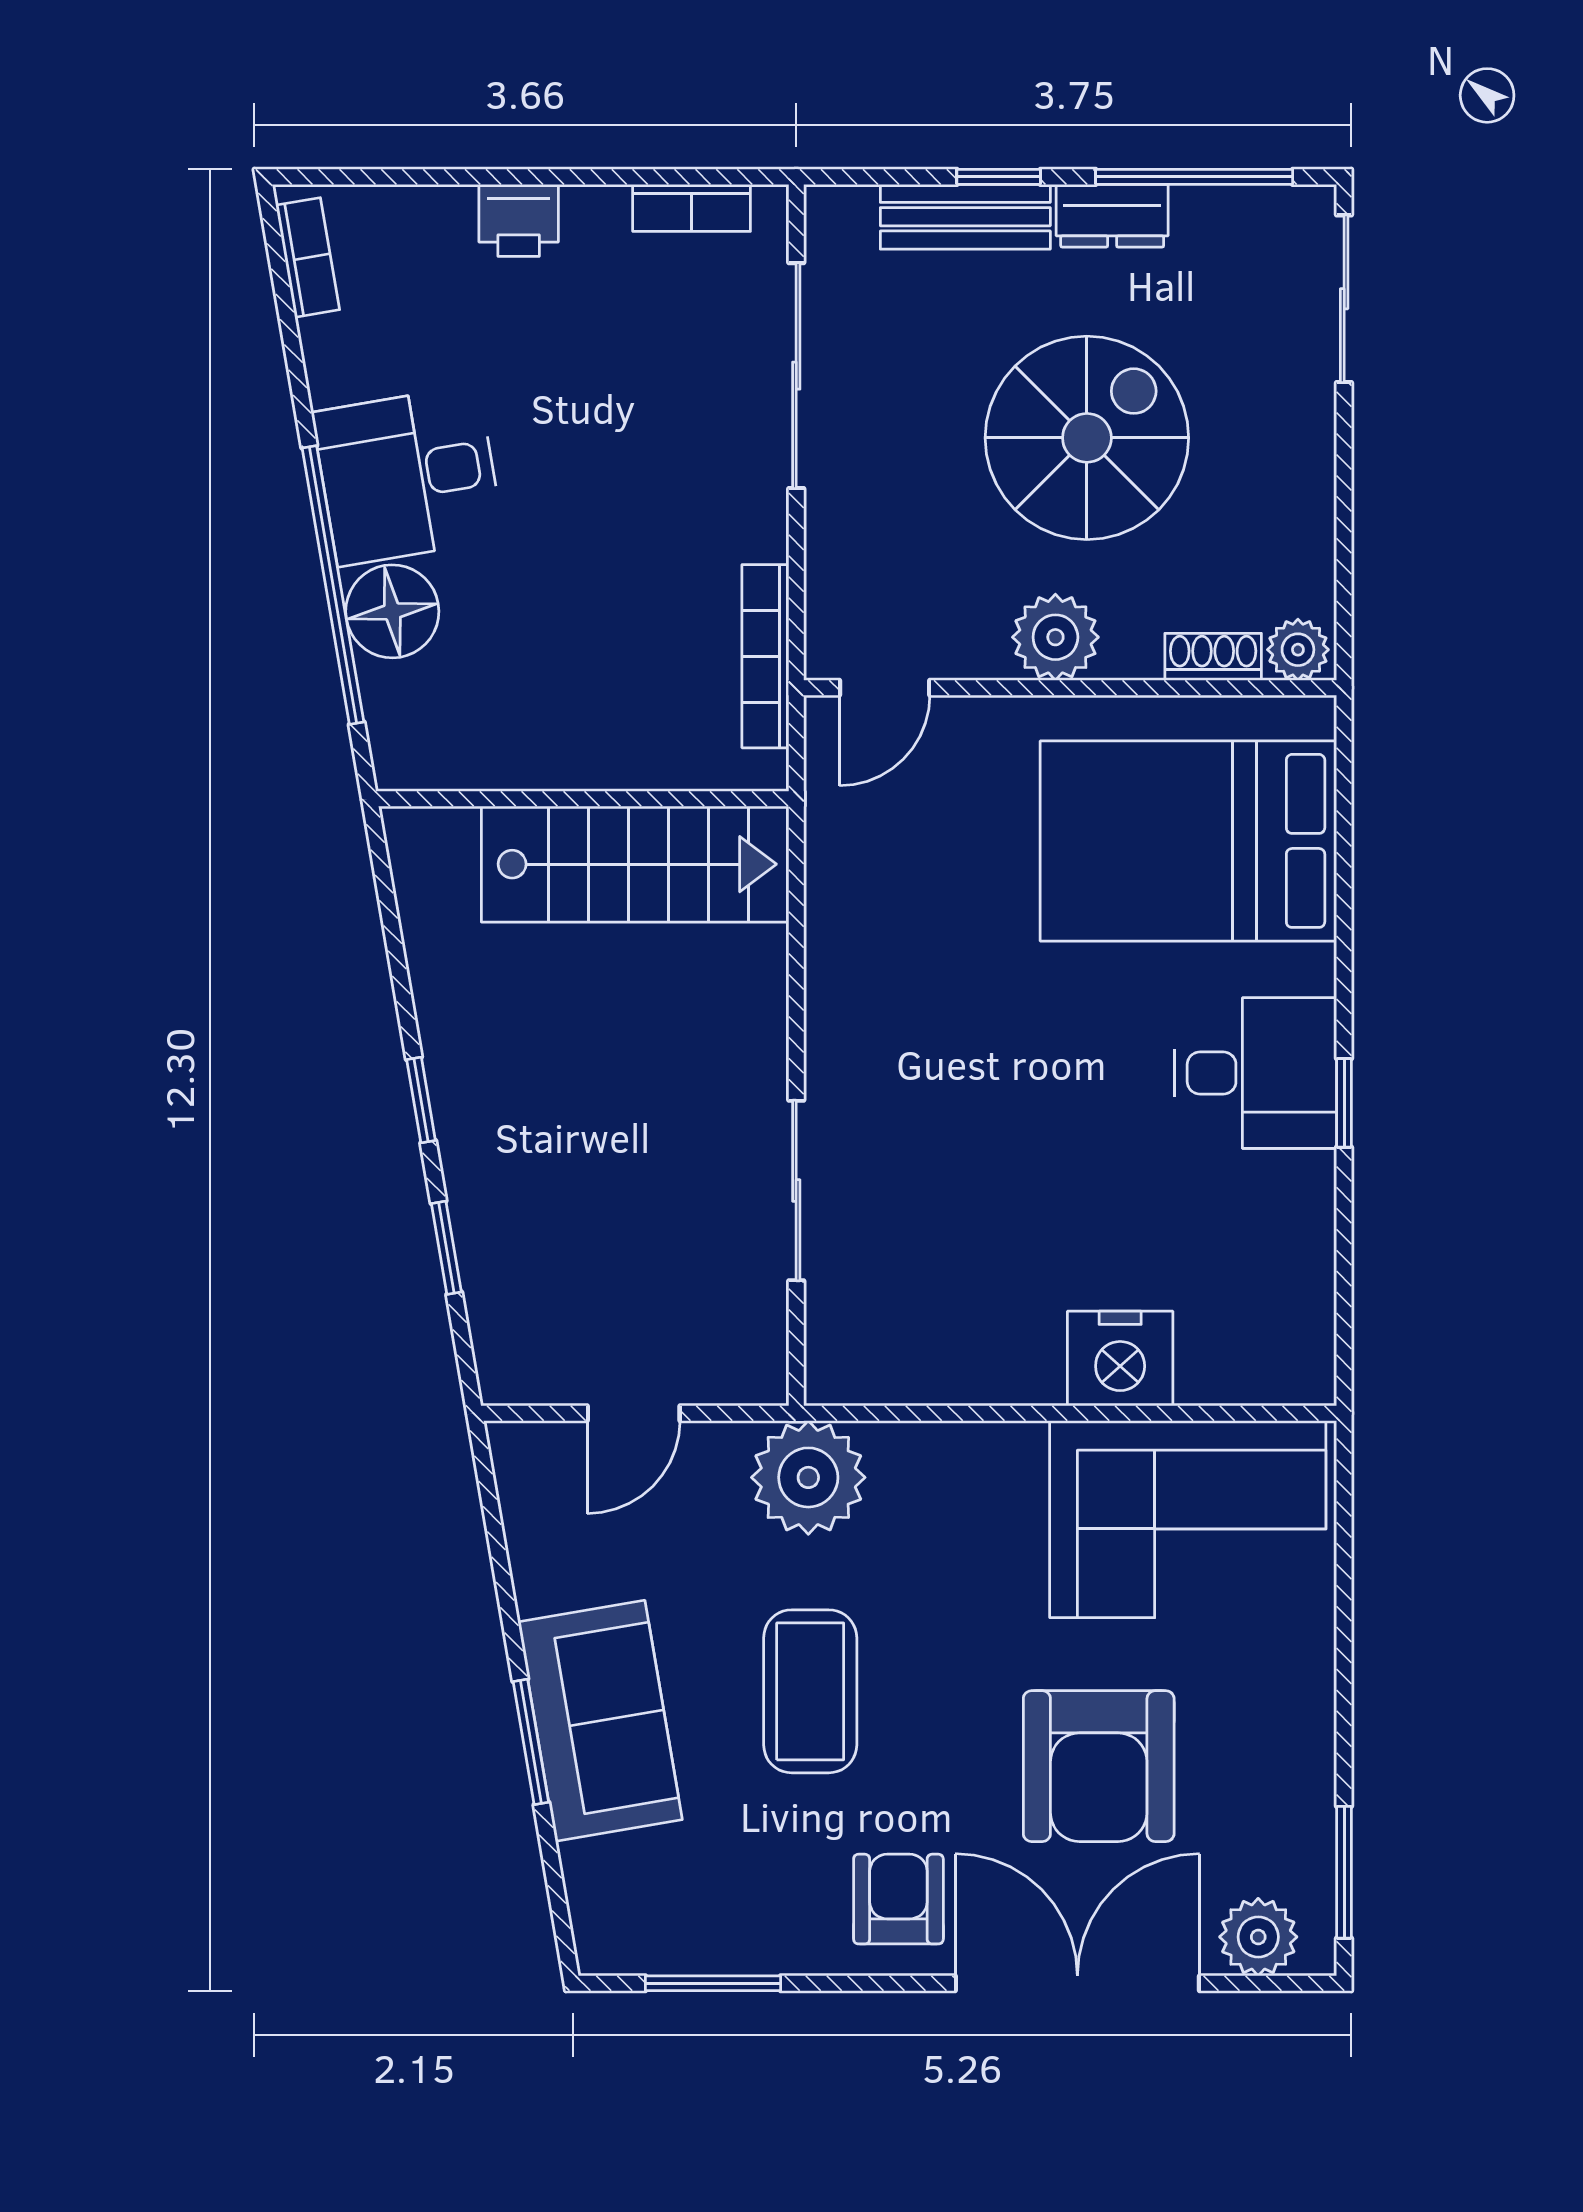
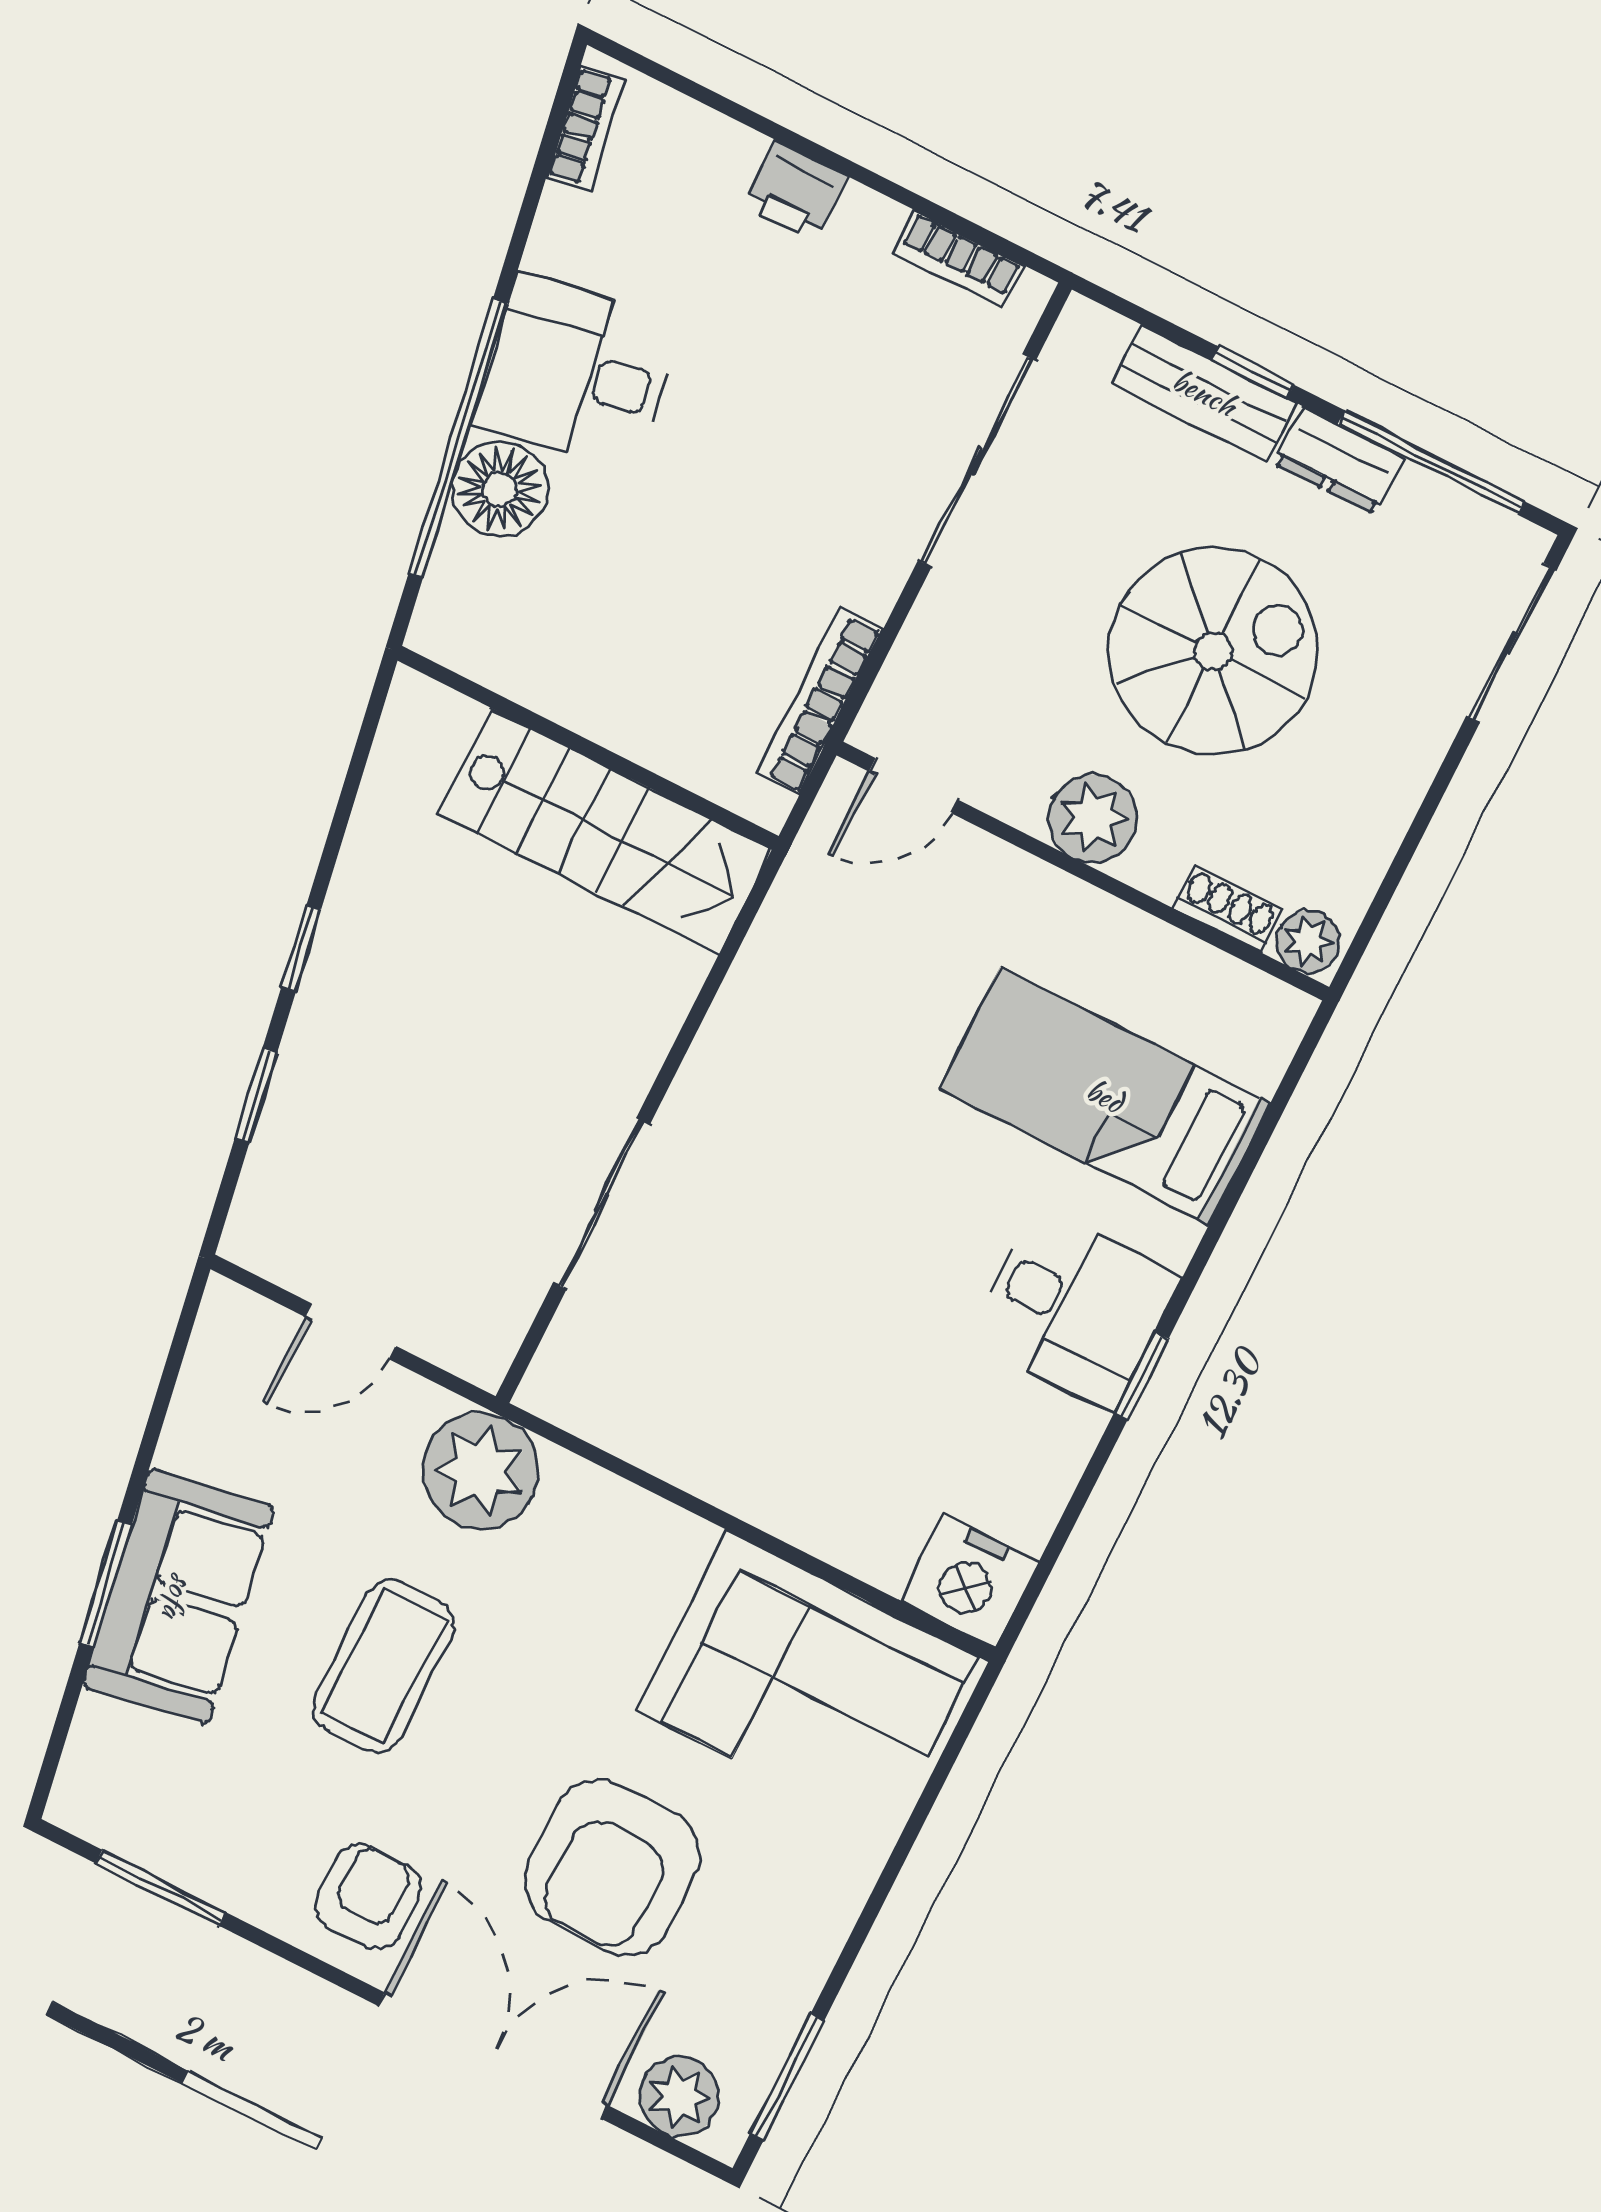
bed: (1188, 841) -> (1105, 1096), width x0.67
nightstand: (1120, 1358) -> (969, 1581), moved

